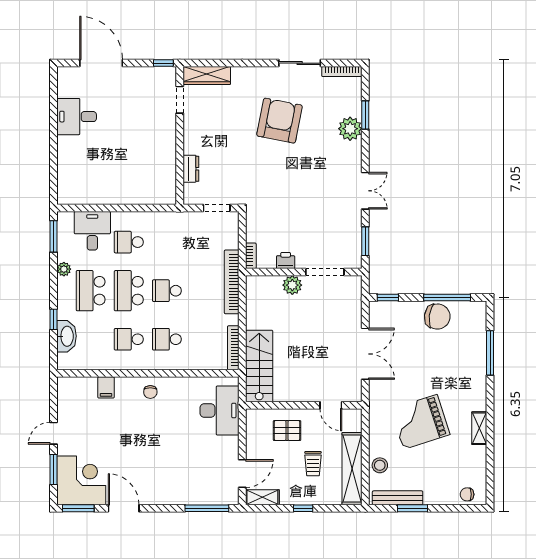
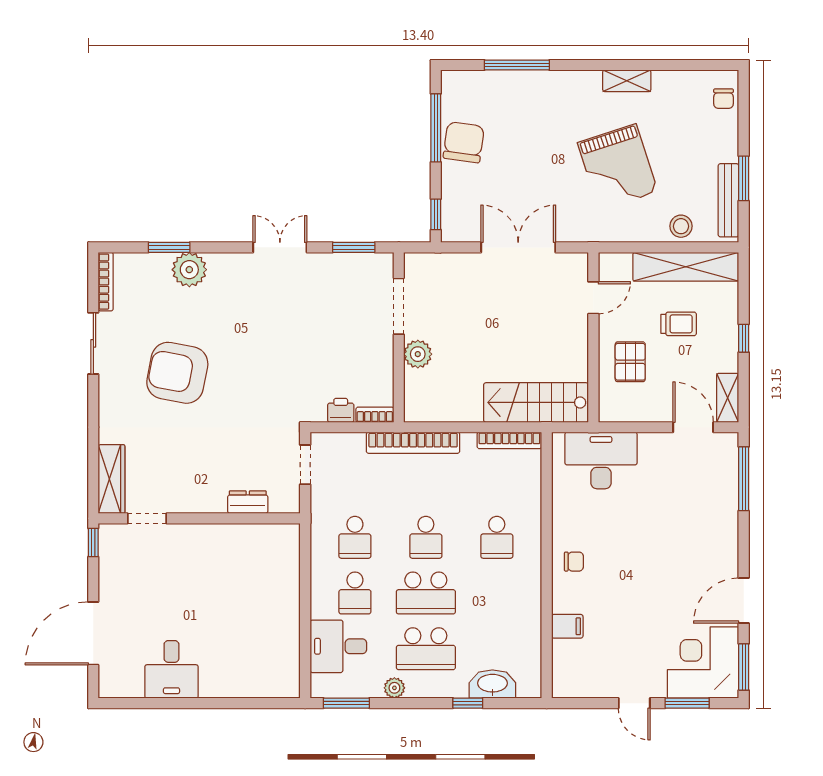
printer: (286, 261) -> (341, 410), moved, turned 90
school desk: (129, 339) -> (355, 537), moved

